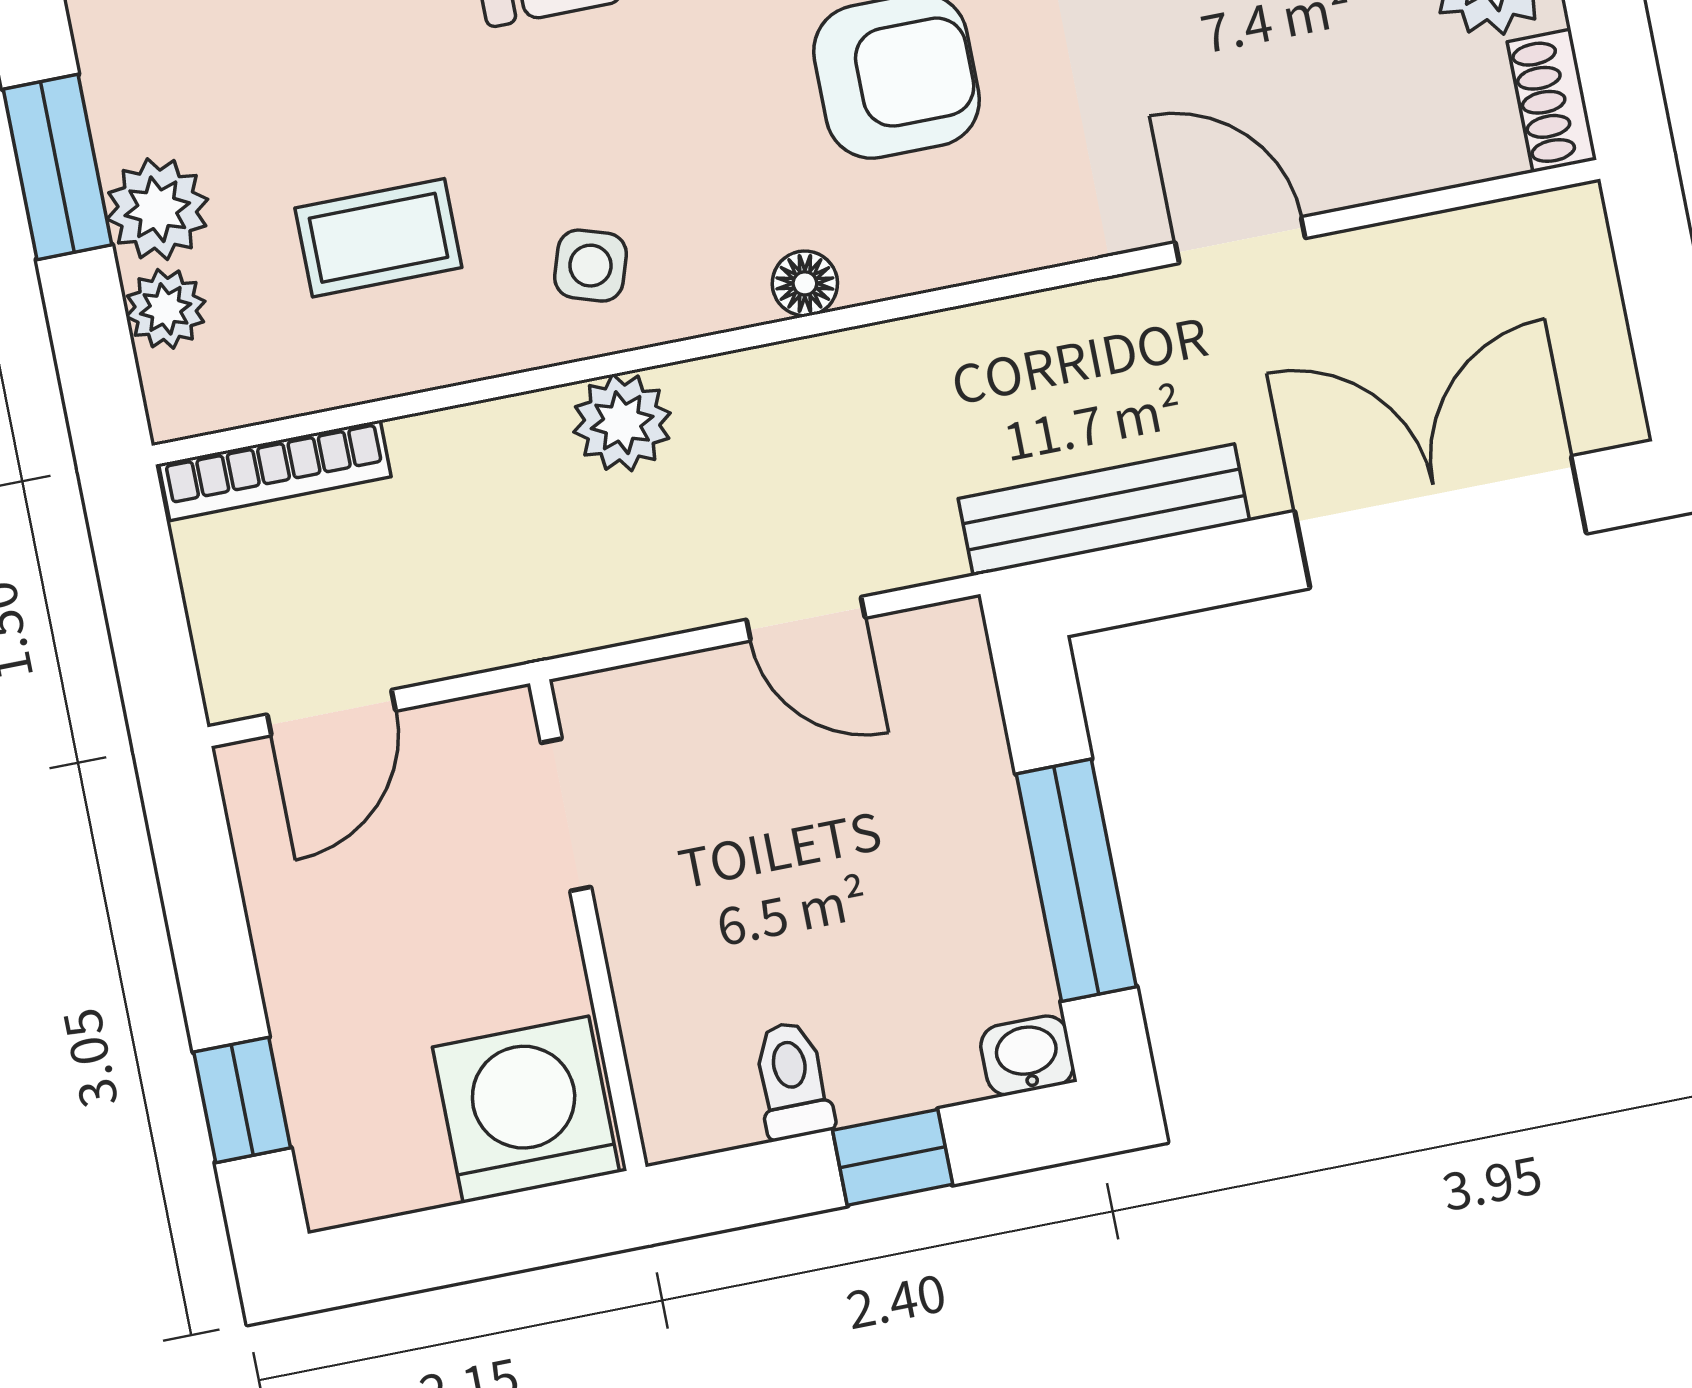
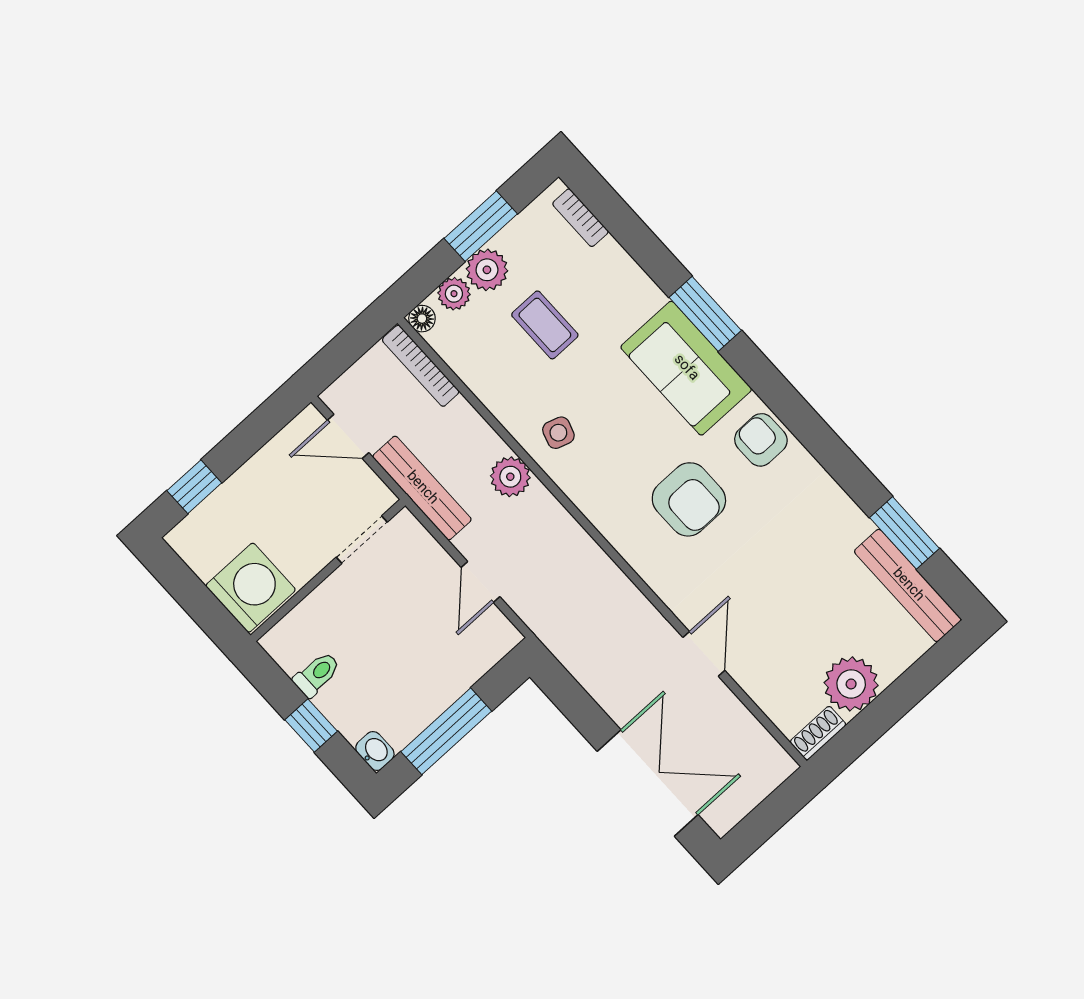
coffee table: (378, 238) -> (545, 325), moved
floor lamp: (805, 283) -> (422, 319), moved
bench: (1104, 510) -> (422, 488), moved

